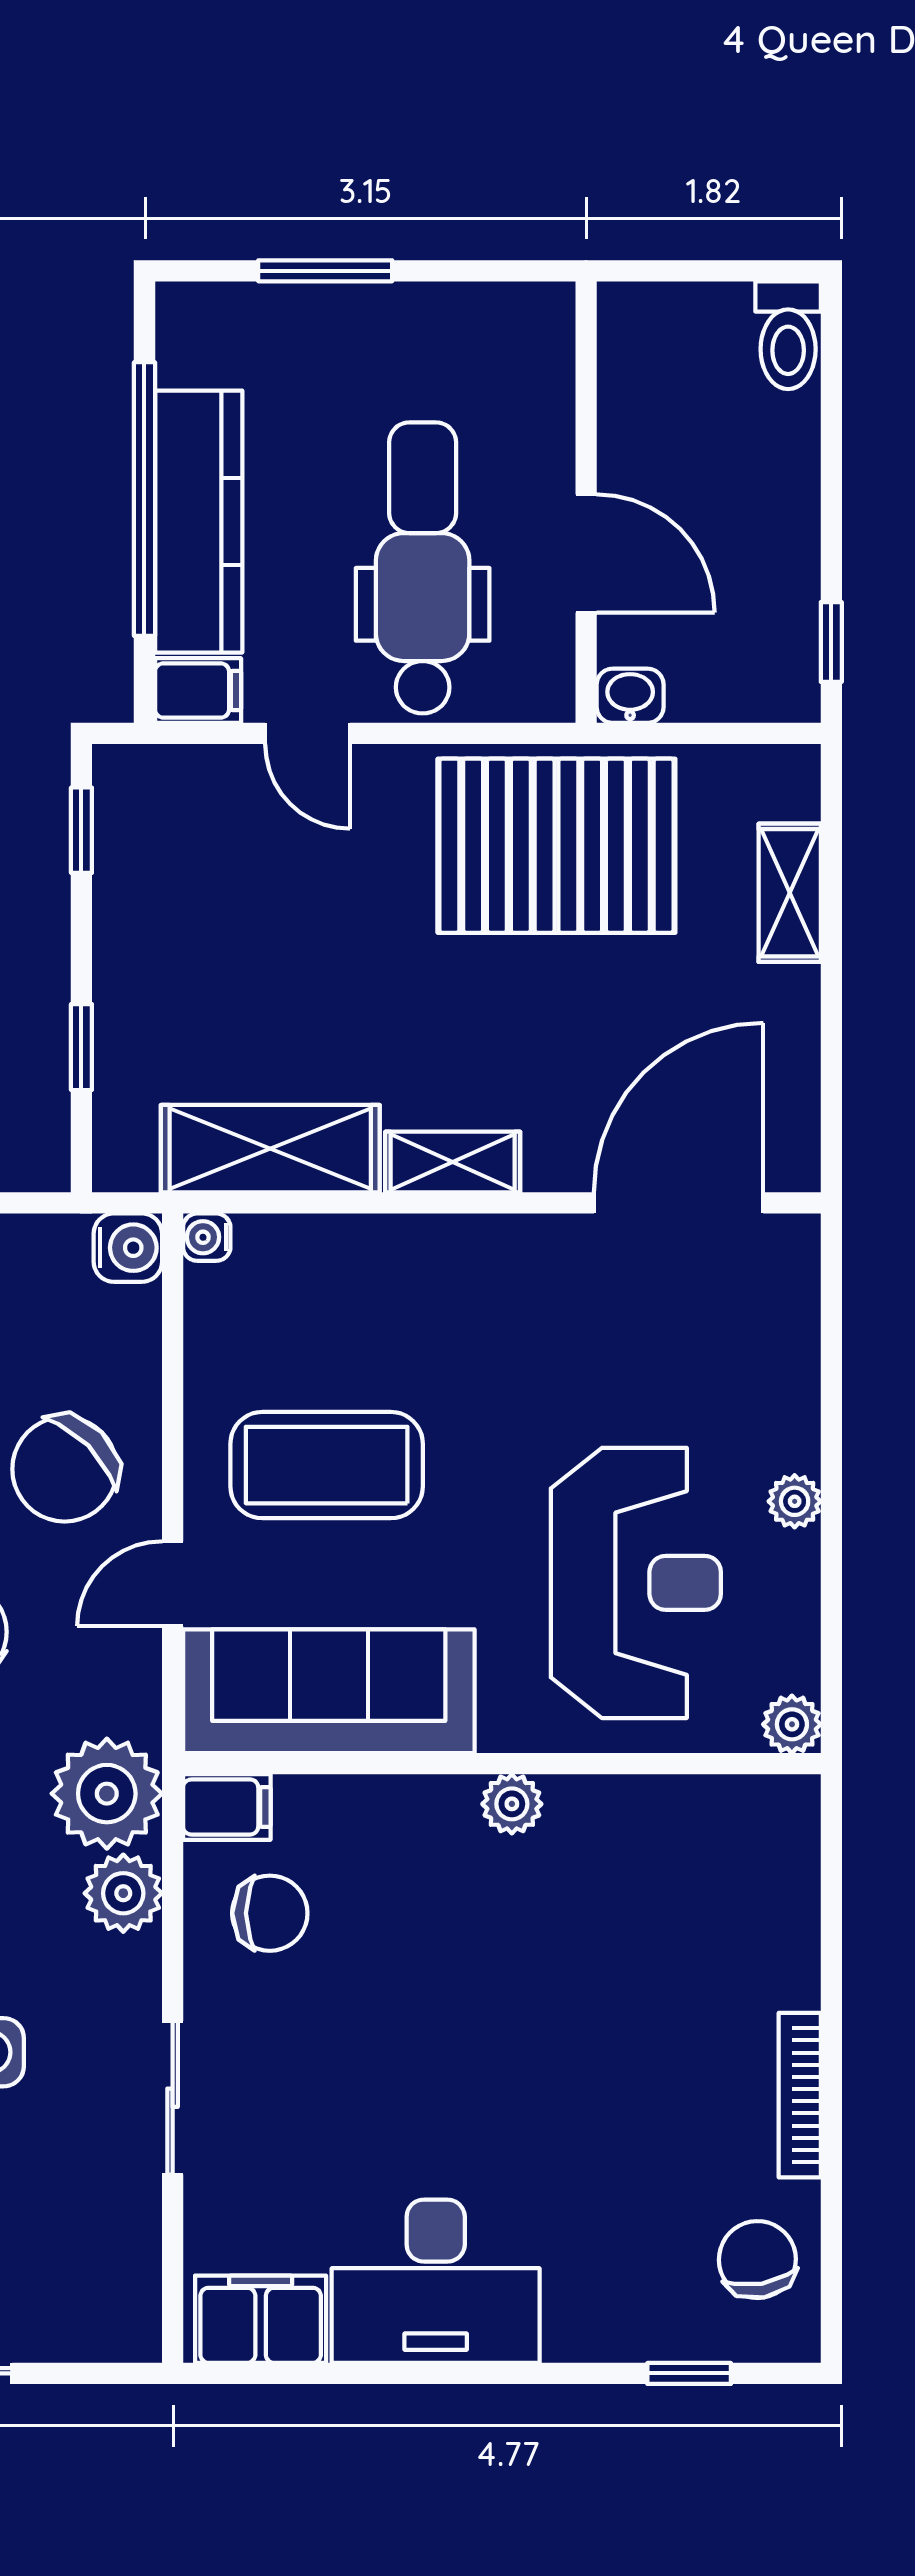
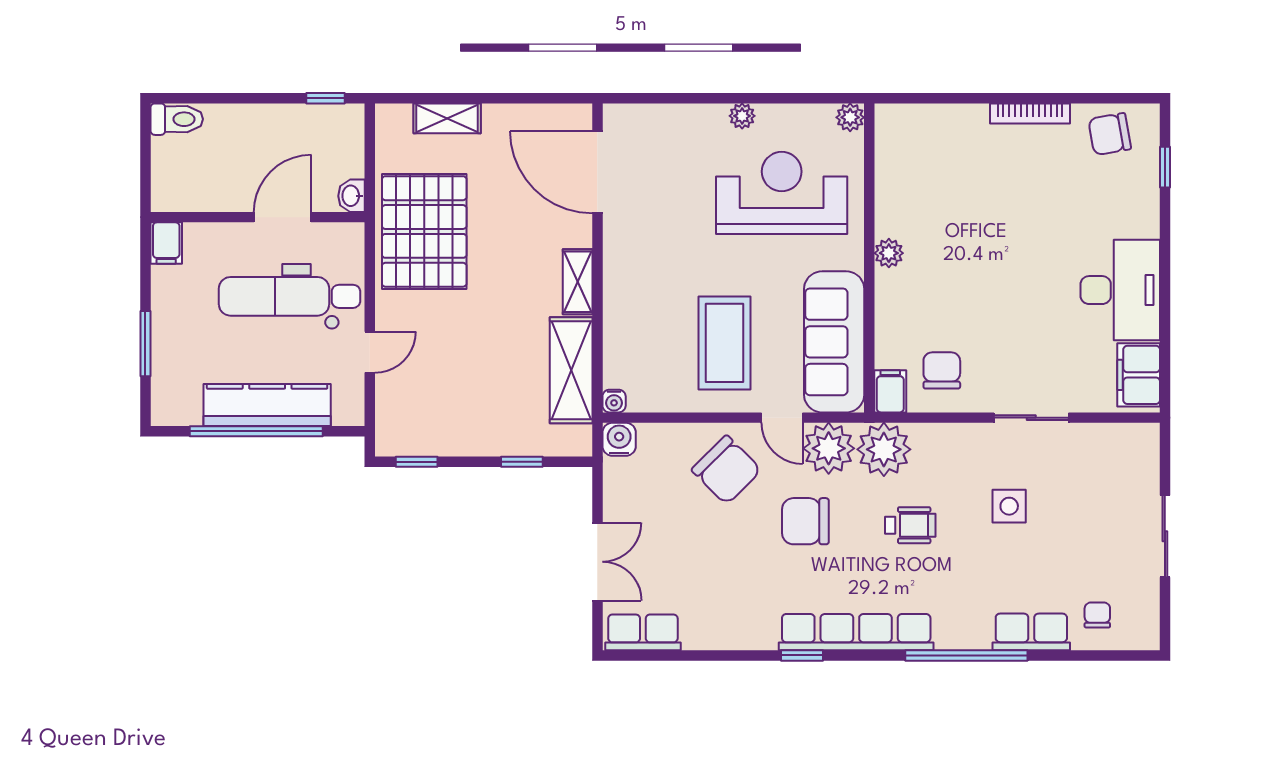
filing cabinet: (198, 690) -> (166, 243), moved, turned 180
plant: (123, 1893) -> (829, 448), moved, width x1.36, depth x1.36

